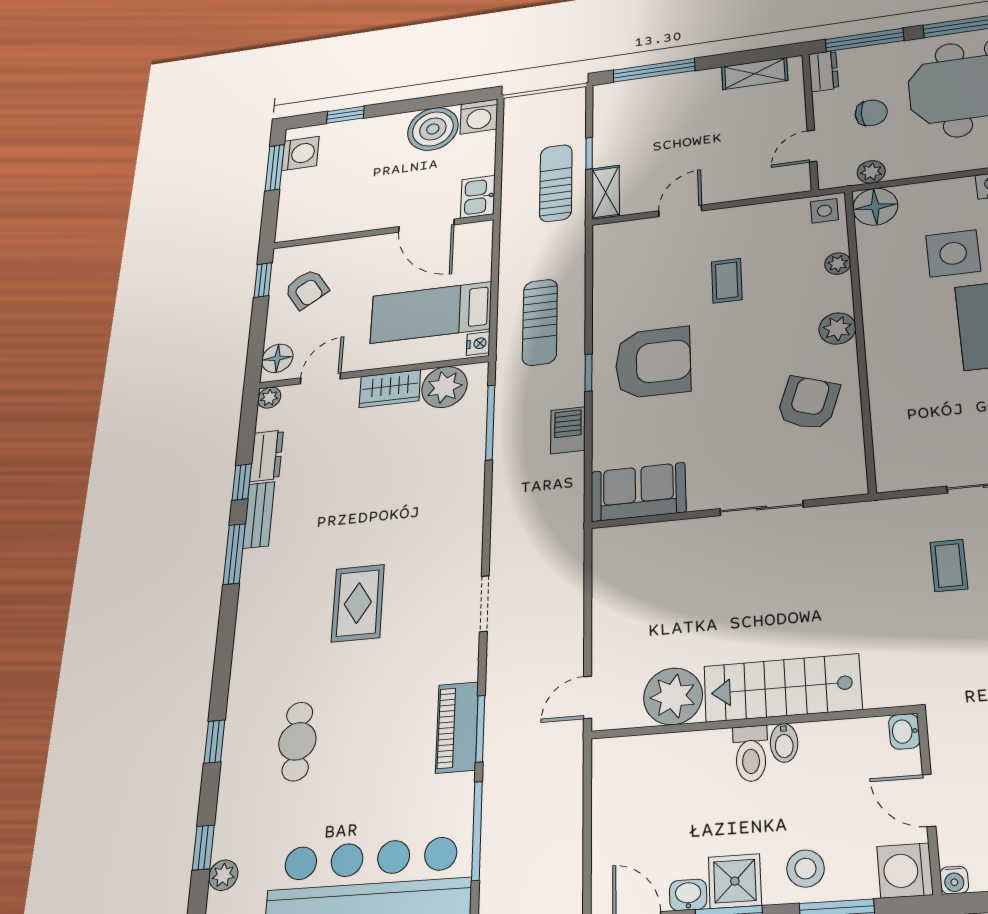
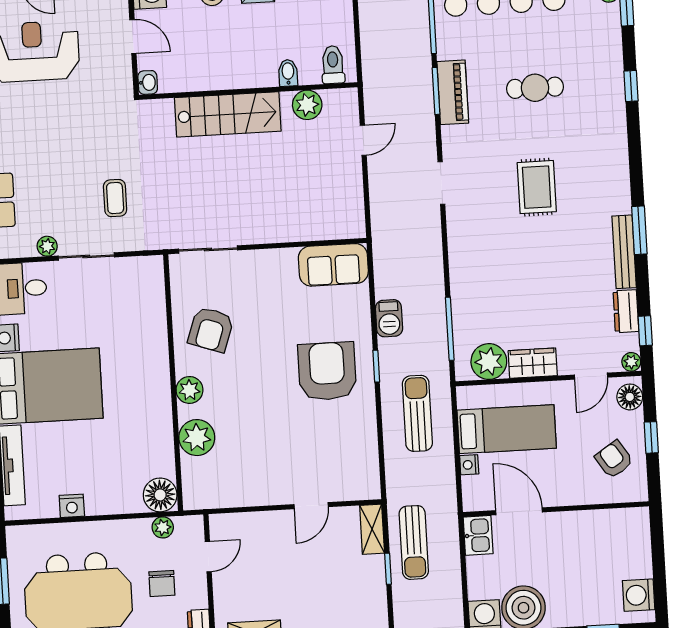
chair: (871, 113) -> (162, 583), turned -90
window: (275, 168) -> (660, 583), removed
side table: (824, 211) -> (199, 495), removed
side table: (953, 253) -> (103, 448), removed
plant: (838, 264) -> (197, 438), width x1.87, depth x1.87
window: (263, 280) -> (651, 437), moved
coffee table: (727, 281) -> (273, 439), removed
nightstand: (478, 343) -> (469, 465), moved
armchair: (653, 362) -> (327, 371), turned 90
window: (242, 482) -> (645, 331), moved
sliding door: (761, 508) -> (208, 250), moved
bench: (259, 515) -> (624, 252), width x1.36
plant: (673, 696) -> (307, 105), width x0.73, depth x0.73
door: (588, 697) -> (363, 140), moved
cafe table: (297, 741) -> (535, 88), moved, turned 90
bidet: (784, 743) -> (288, 73), moved
toilet: (751, 754) -> (333, 65), moved

